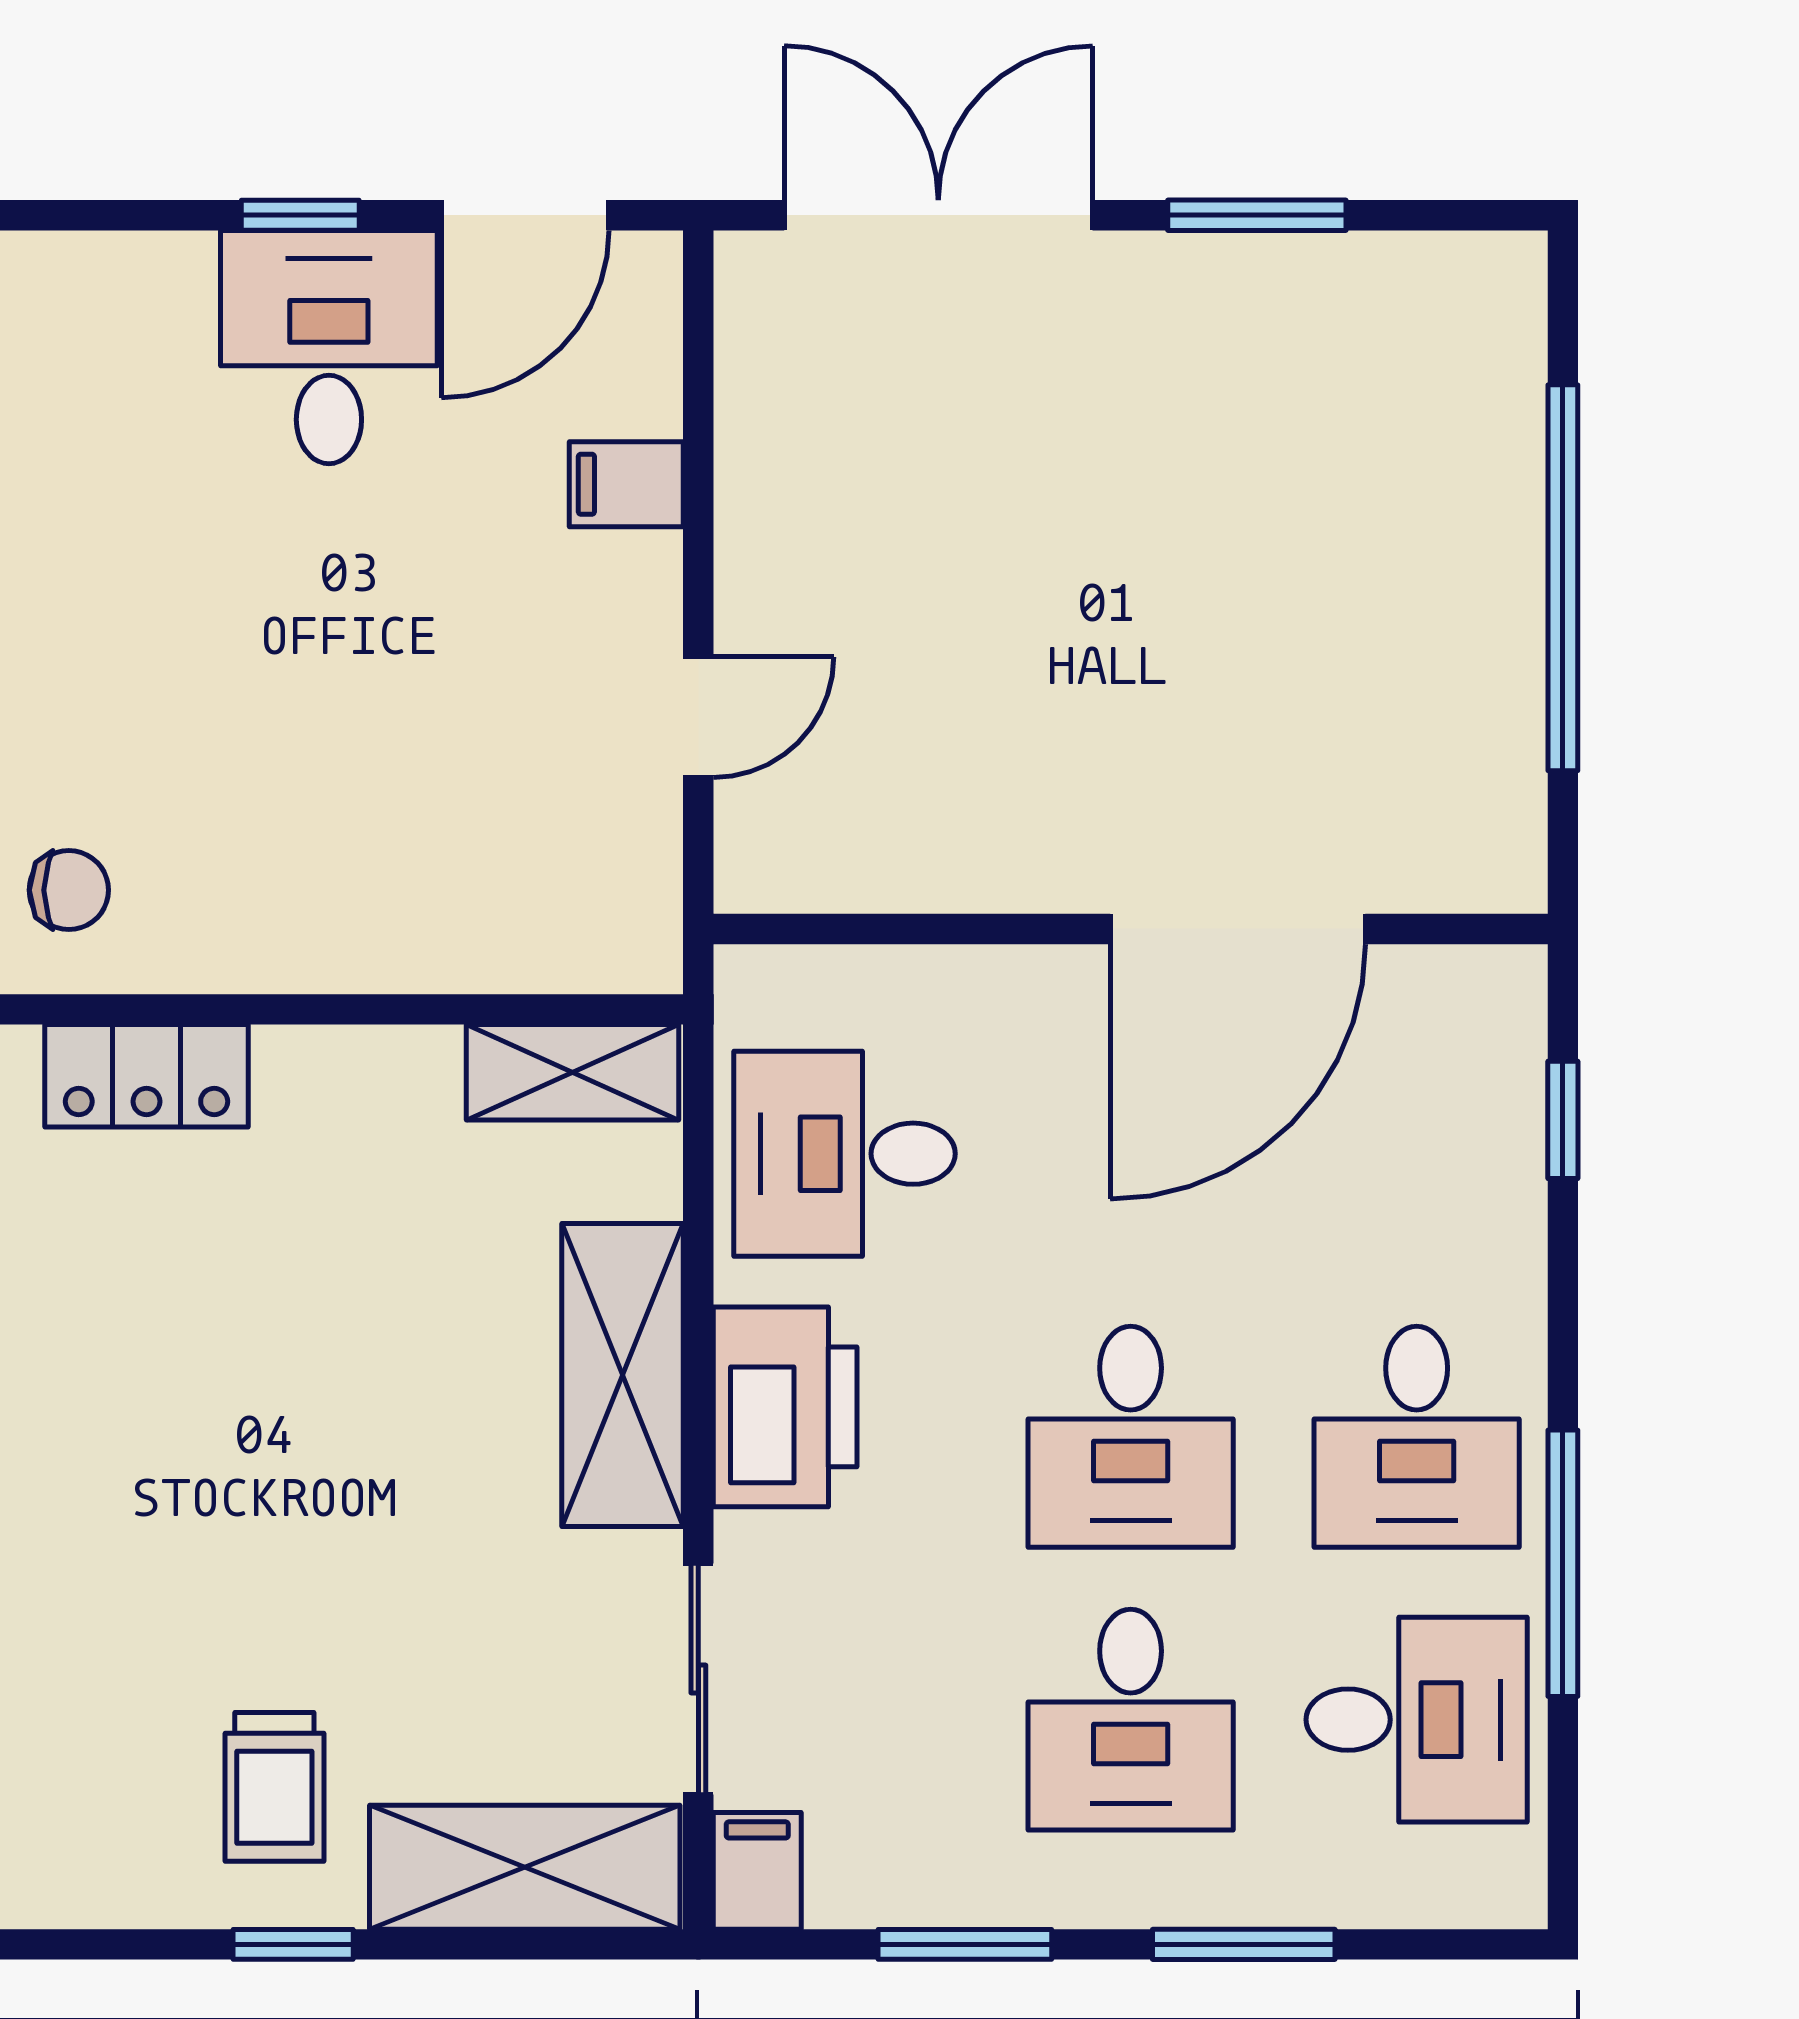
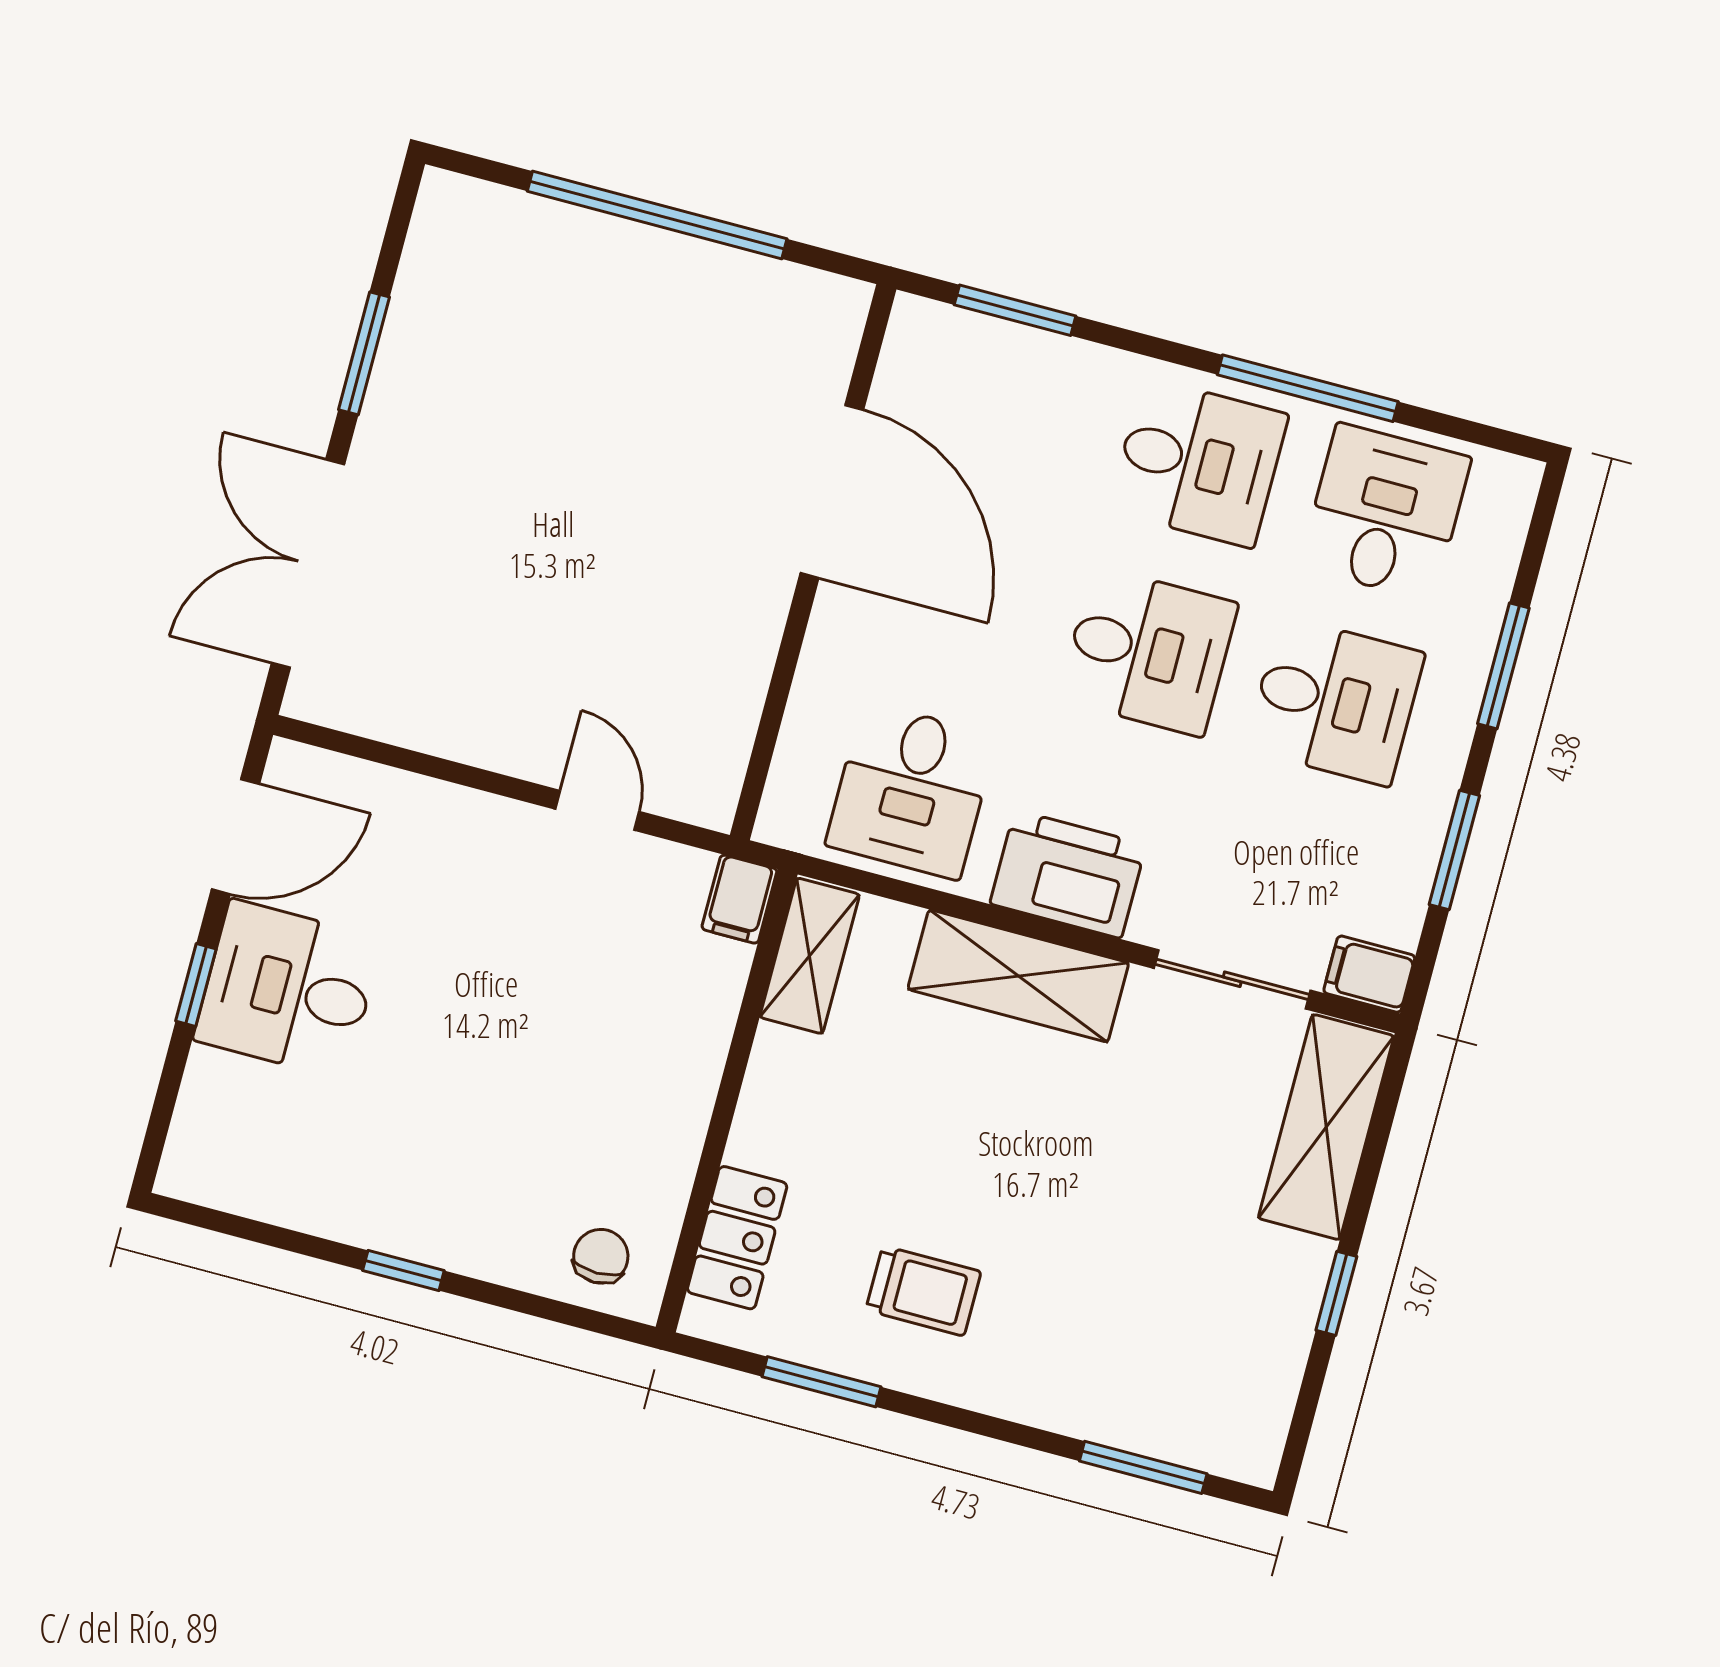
door: (525, 215) -> (235, 837), hinge flipped
filing cabinet: (626, 484) -> (739, 899), moved
window: (1563, 1120) -> (1015, 310), width x1.50
trolley: (274, 1787) -> (923, 1291), moved

